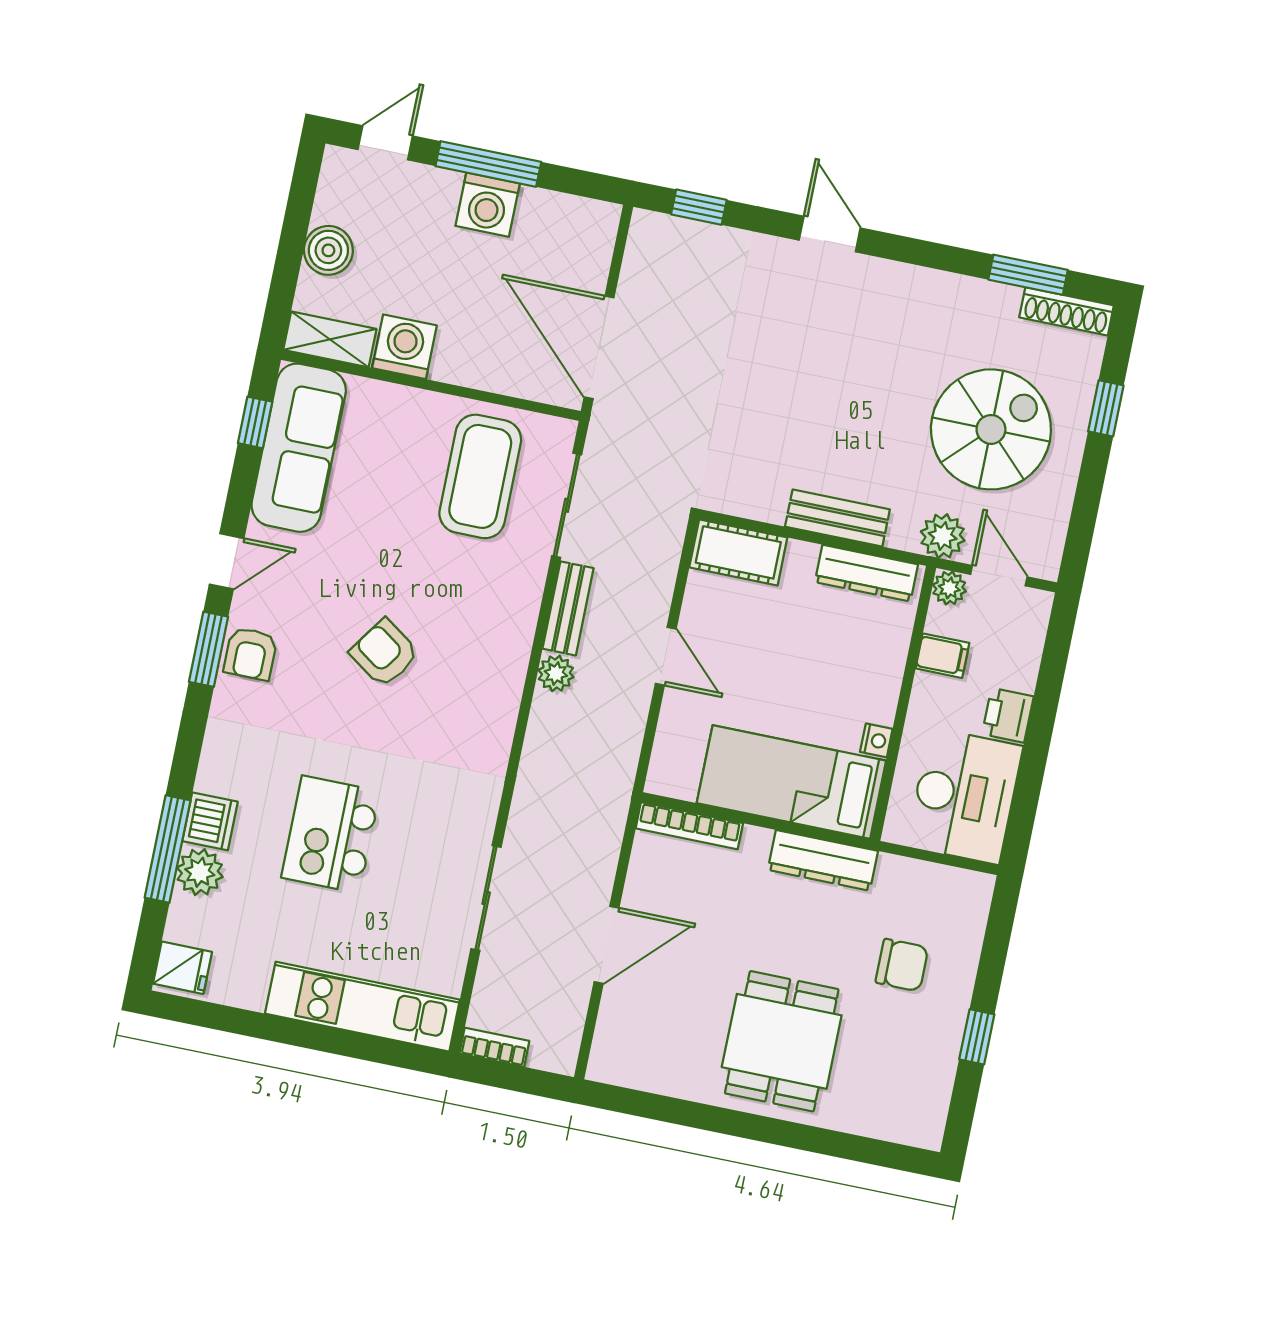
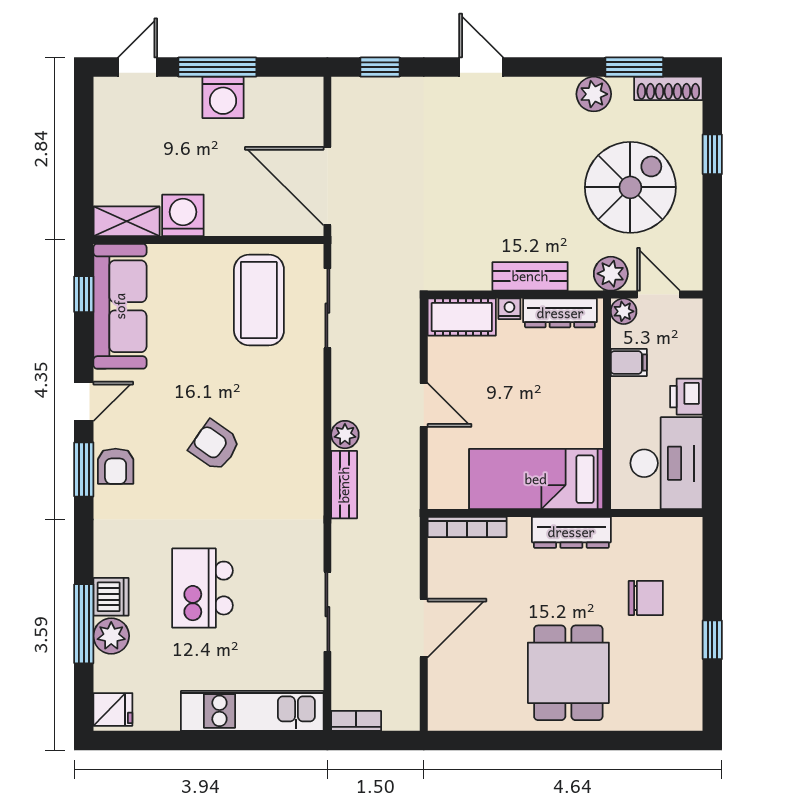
boiler: (328, 250) -> (112, 155), removed
plant: (968, 299) -> (594, 94), added
bench: (568, 608) -> (344, 485), moved
nightstand: (876, 740) -> (509, 309), moved, turned -90

